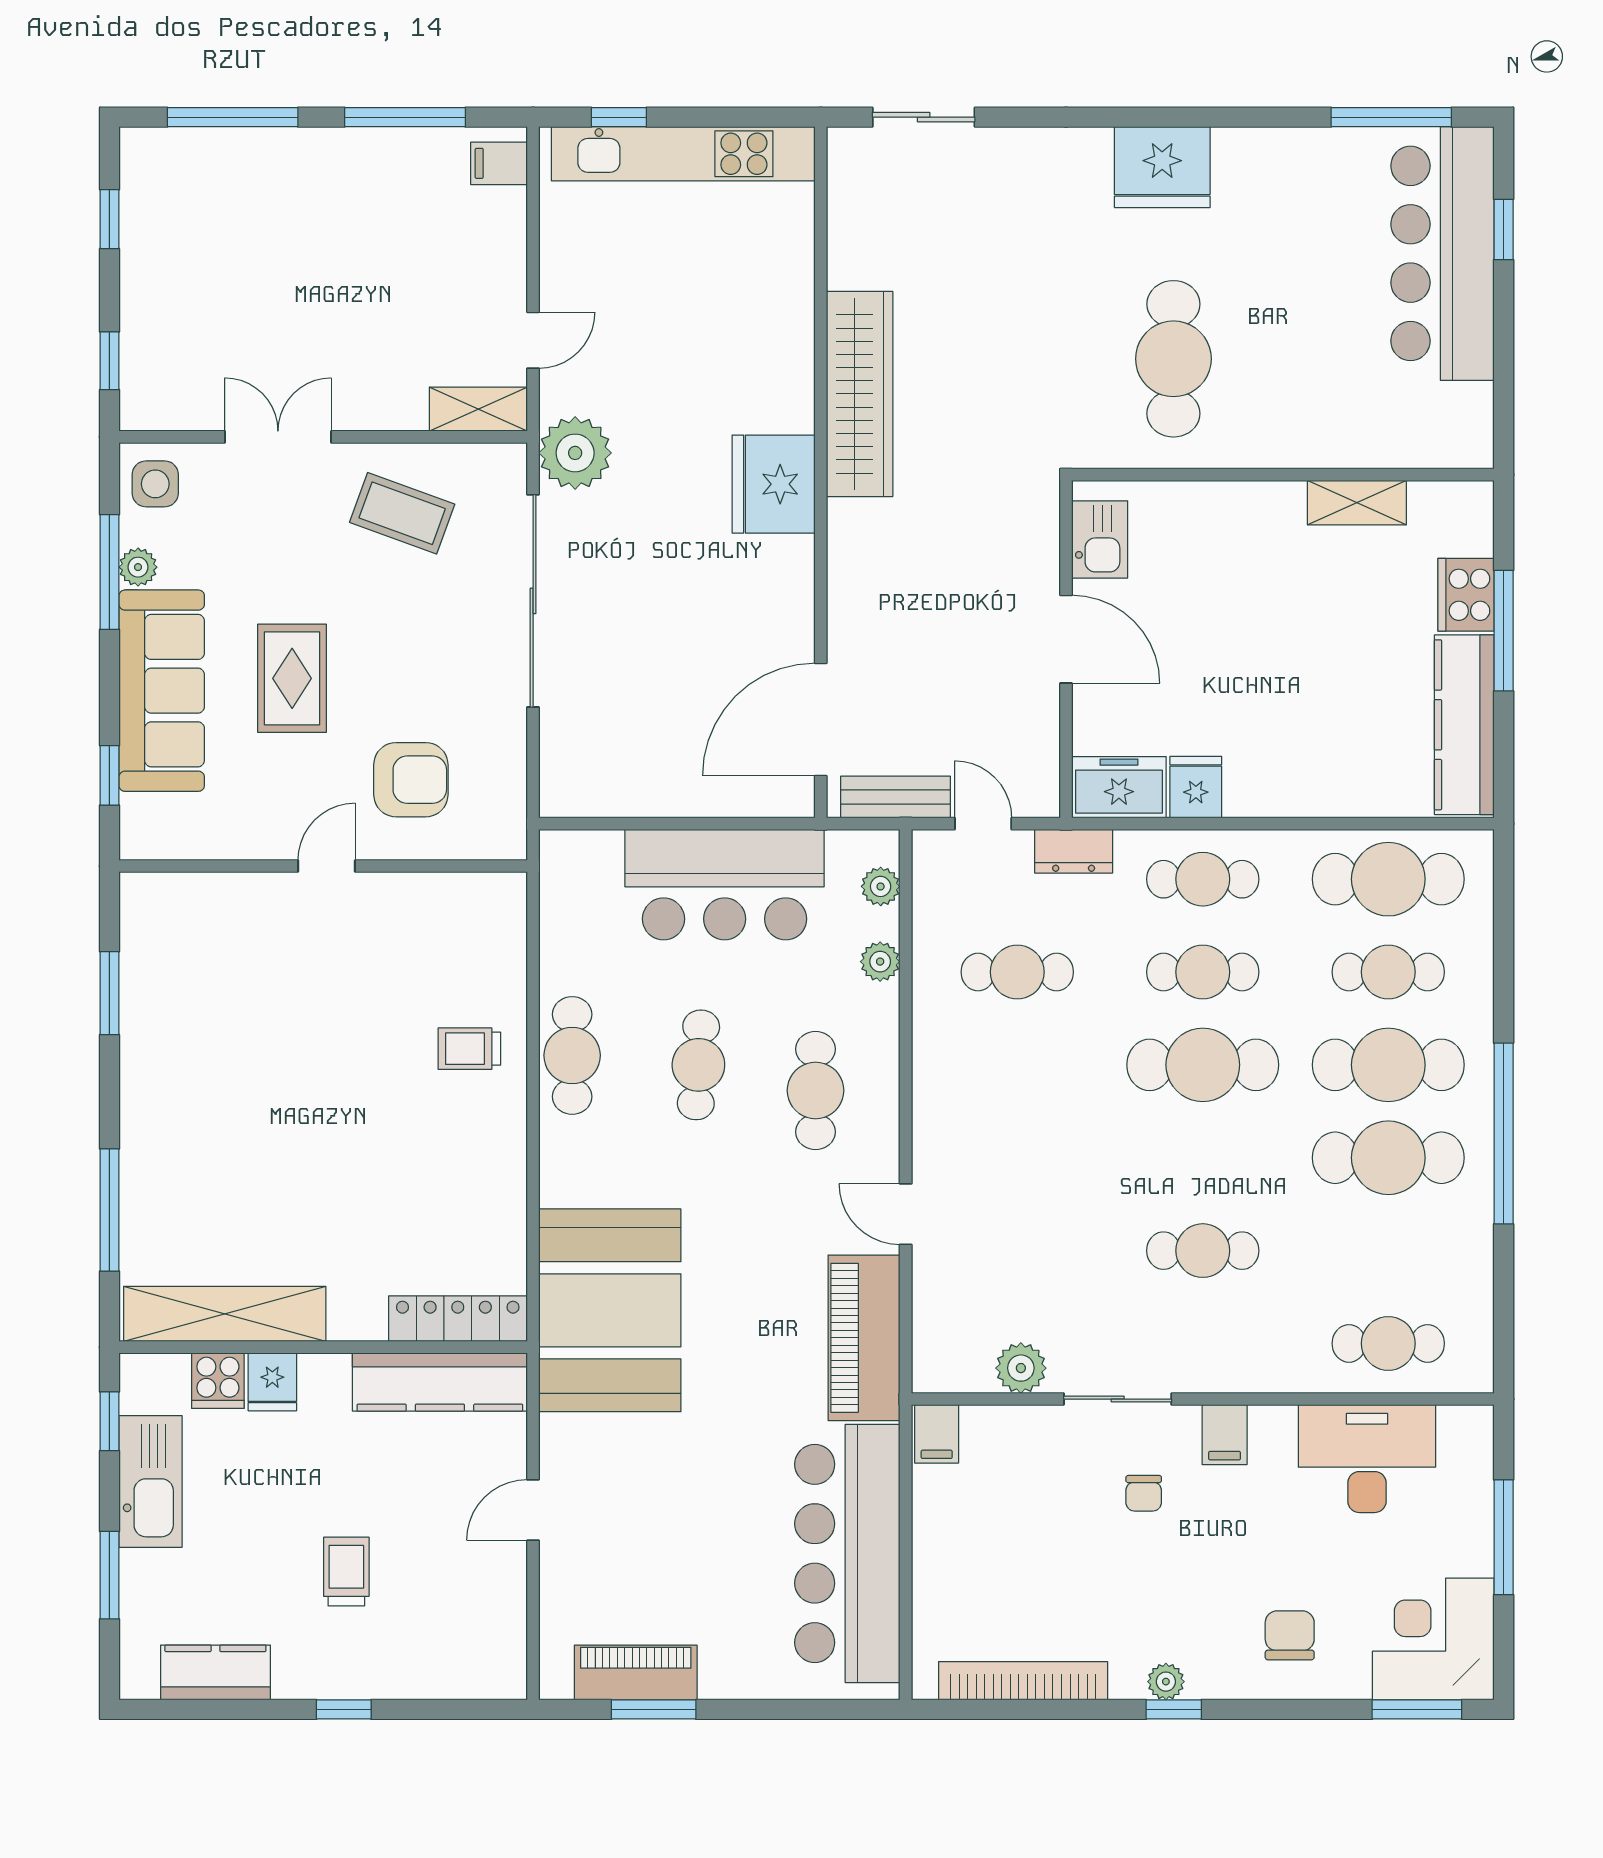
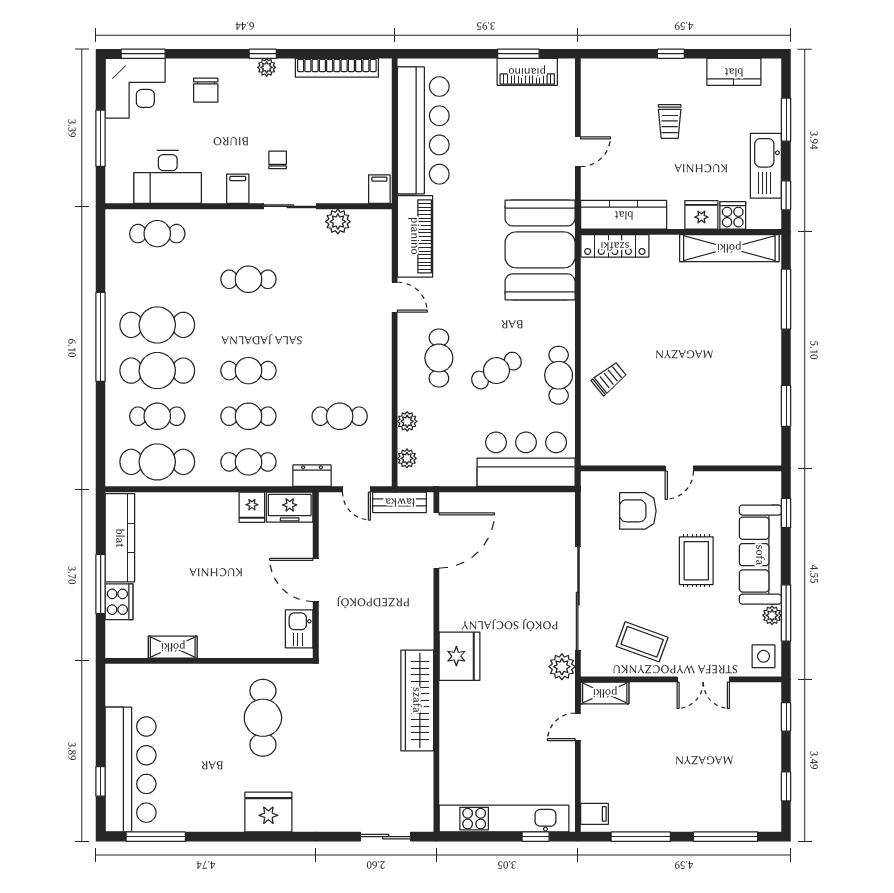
plant: (575, 453) -> (562, 667), width x0.73, depth x0.73
bar counter: (725, 885) -> (526, 459), moved
trolley: (469, 1049) -> (609, 379), turned -39
cafe table: (698, 1065) -> (496, 371), turned 56
cafe table: (1203, 1065) -> (248, 371), width x0.73, depth x0.74
fridge: (272, 1382) -> (701, 215), width x1.38

